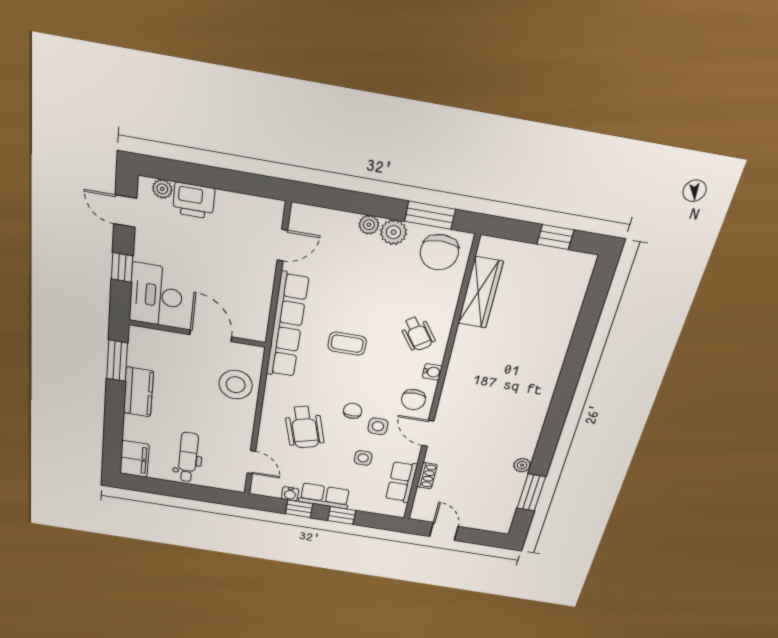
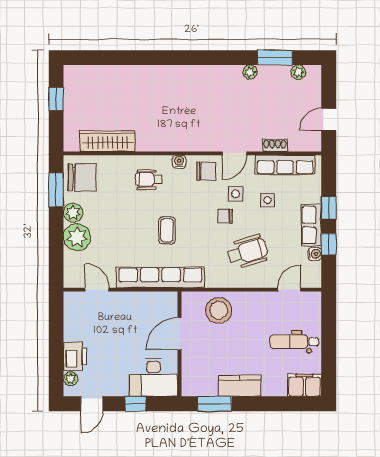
plant: (369, 225) -> (77, 237), width x1.87, depth x1.87
wheelchair: (418, 334) -> (149, 180), turned -145
row of seats: (401, 482) -> (285, 165), width x1.48
plant: (507, 512) -> (298, 72), added

